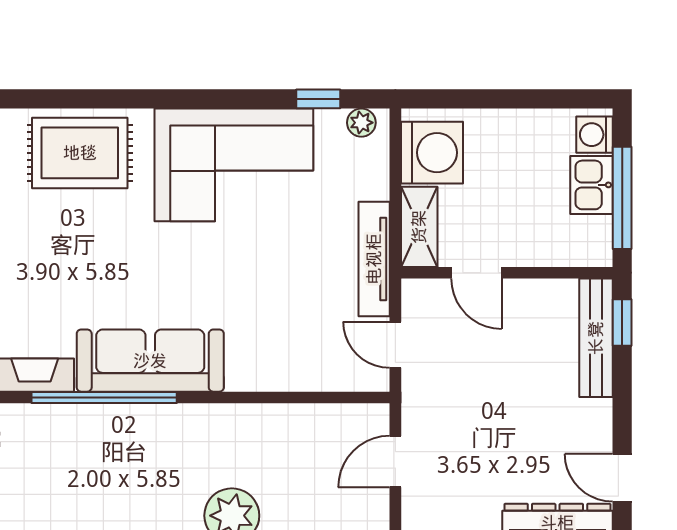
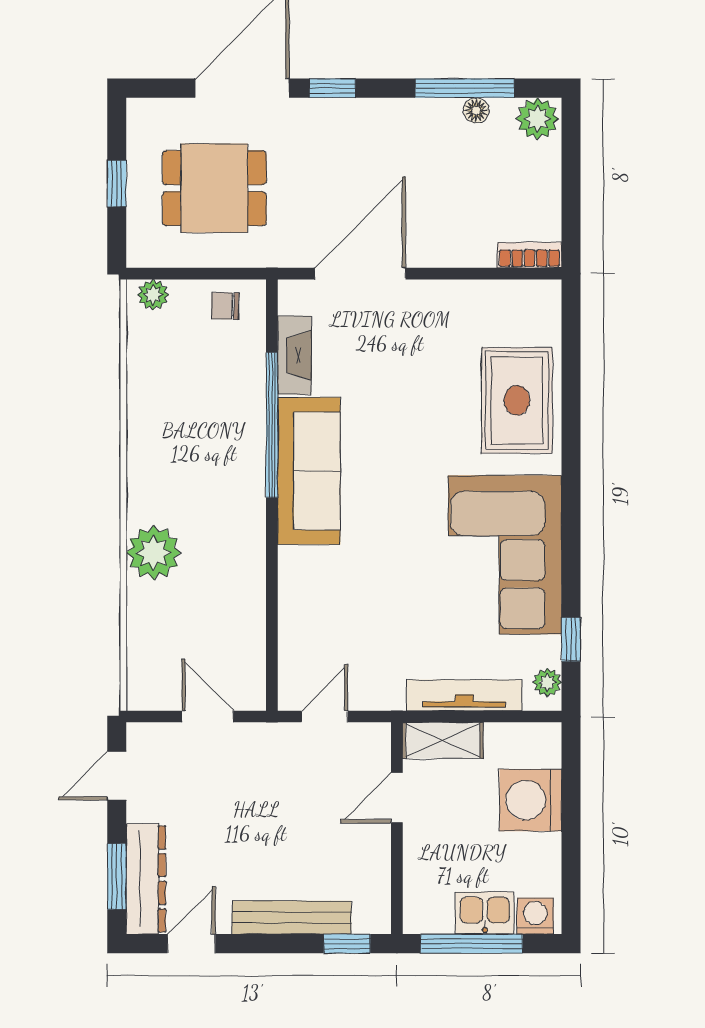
washing machine: (432, 153) -> (531, 800), moved, turned 90
tv unit: (374, 259) -> (464, 695), moved
bench: (596, 338) -> (292, 918), moved

